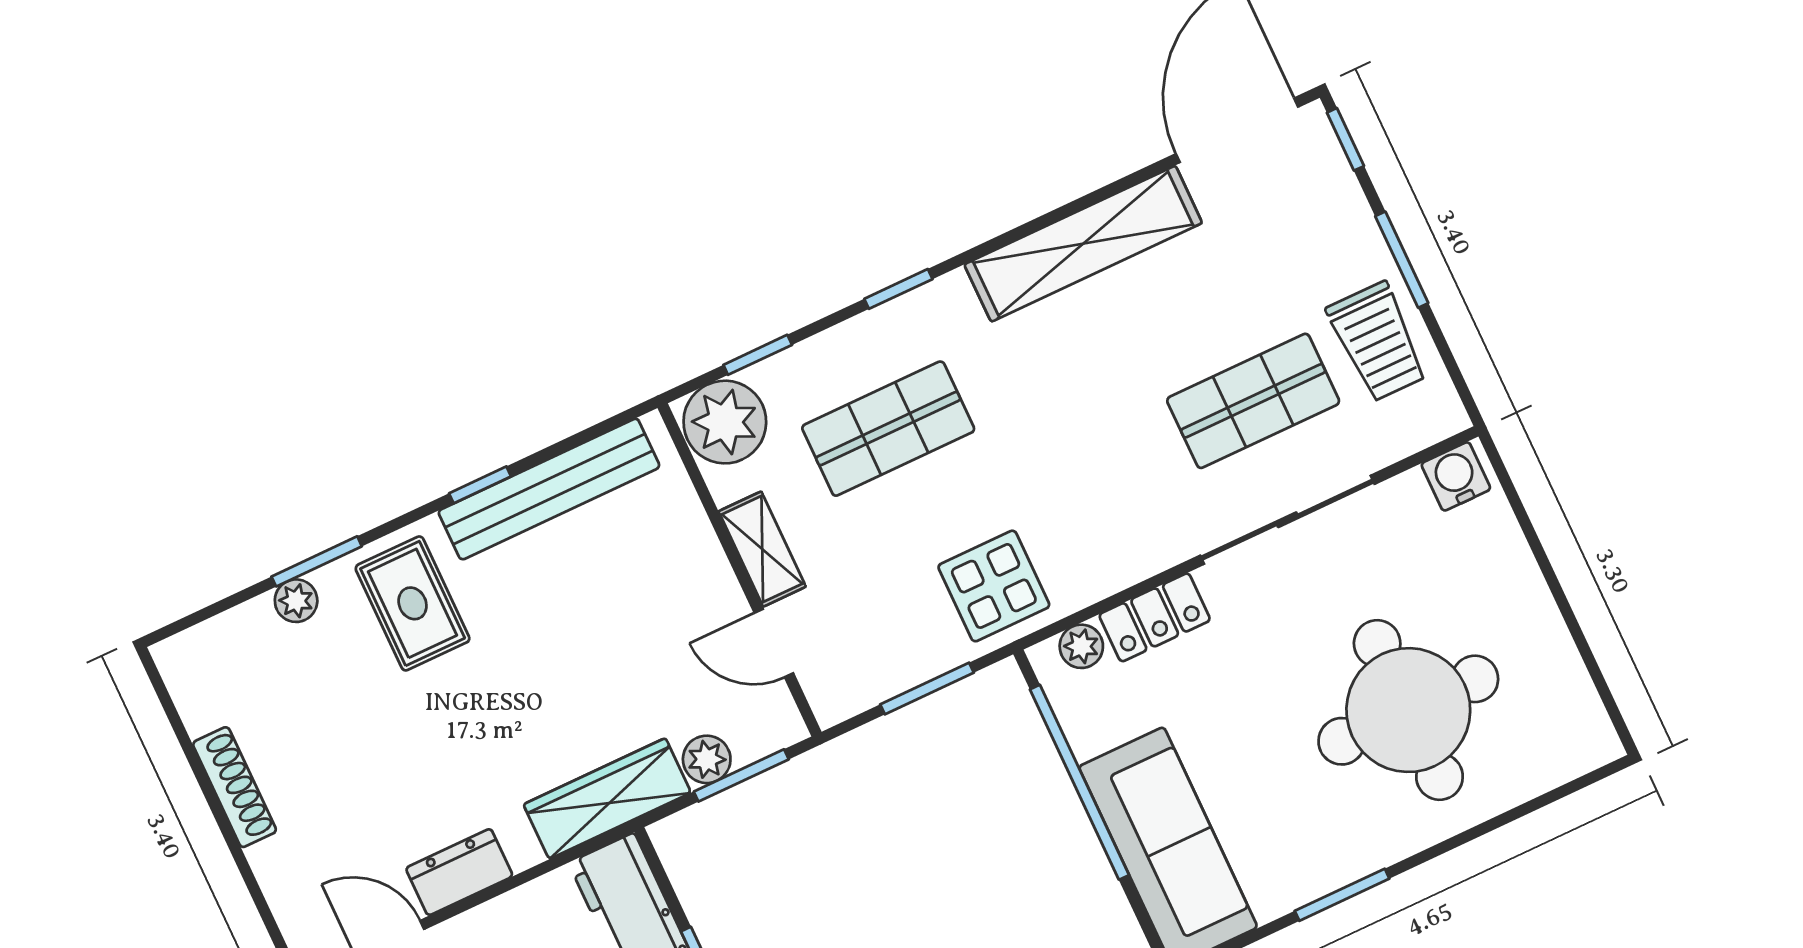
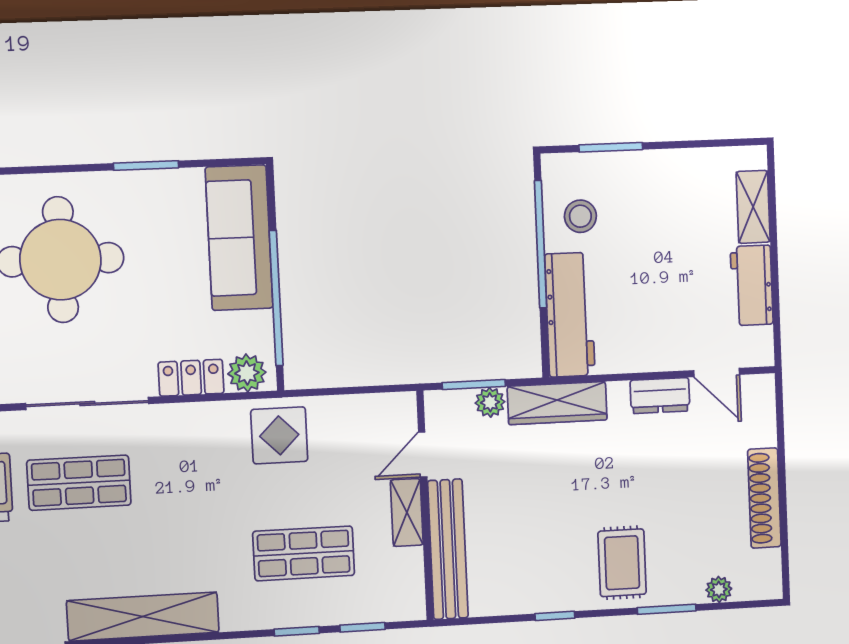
window: (898, 289) -> (297, 631), moved
plant: (725, 422) -> (398, 596), removed
bench: (549, 489) -> (448, 549), moved, turned 90
plant: (296, 601) -> (719, 589), moved
door: (774, 643) -> (423, 454), swing flipped
plant: (1081, 646) -> (247, 373), width x1.38, depth x1.38
window: (927, 689) -> (344, 391), removed
shoe rack: (235, 787) -> (764, 498), width x1.36, depth x1.24

